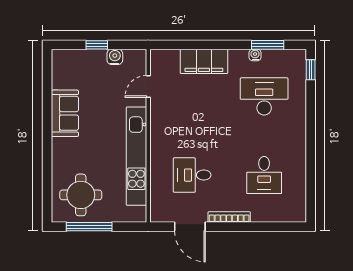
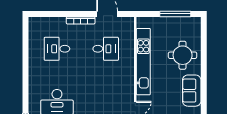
desk: (264, 175) -> (57, 49), turned -90
round table: (81, 195) -> (183, 55), moved

